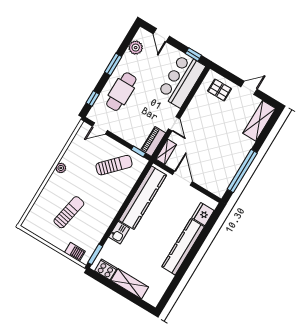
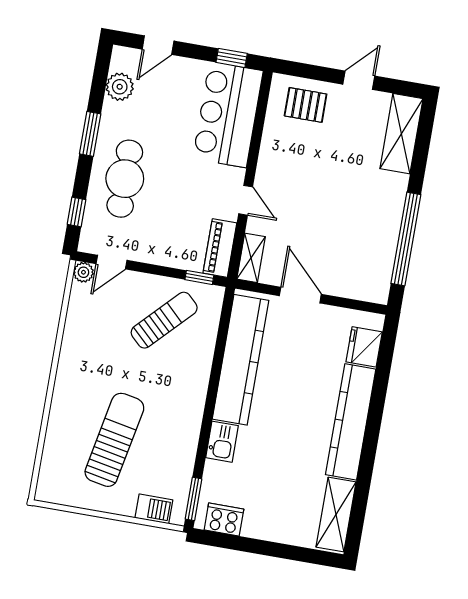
door: (161, 35) -> (158, 45), hinge flipped
plant: (61, 168) -> (83, 272), moved
sun lounger: (69, 212) -> (114, 440), width x1.36, depth x1.34
shelving: (130, 284) -> (336, 514), moved, turned 90

